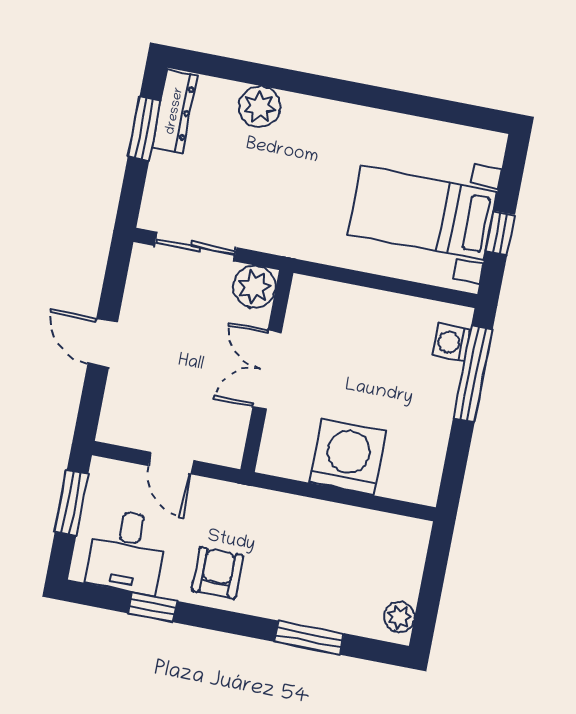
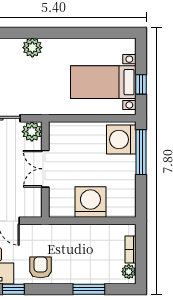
plant: (259, 107) -> (32, 48), moved
washing machine: (451, 342) -> (121, 140), width x1.89, depth x1.89
bookcase: (412, 572) -> (130, 250), added

